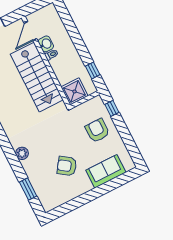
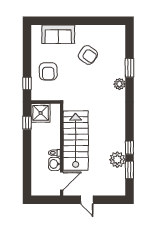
shower: (74, 91) -> (41, 113), moved
window: (28, 189) -> (129, 68), moved

